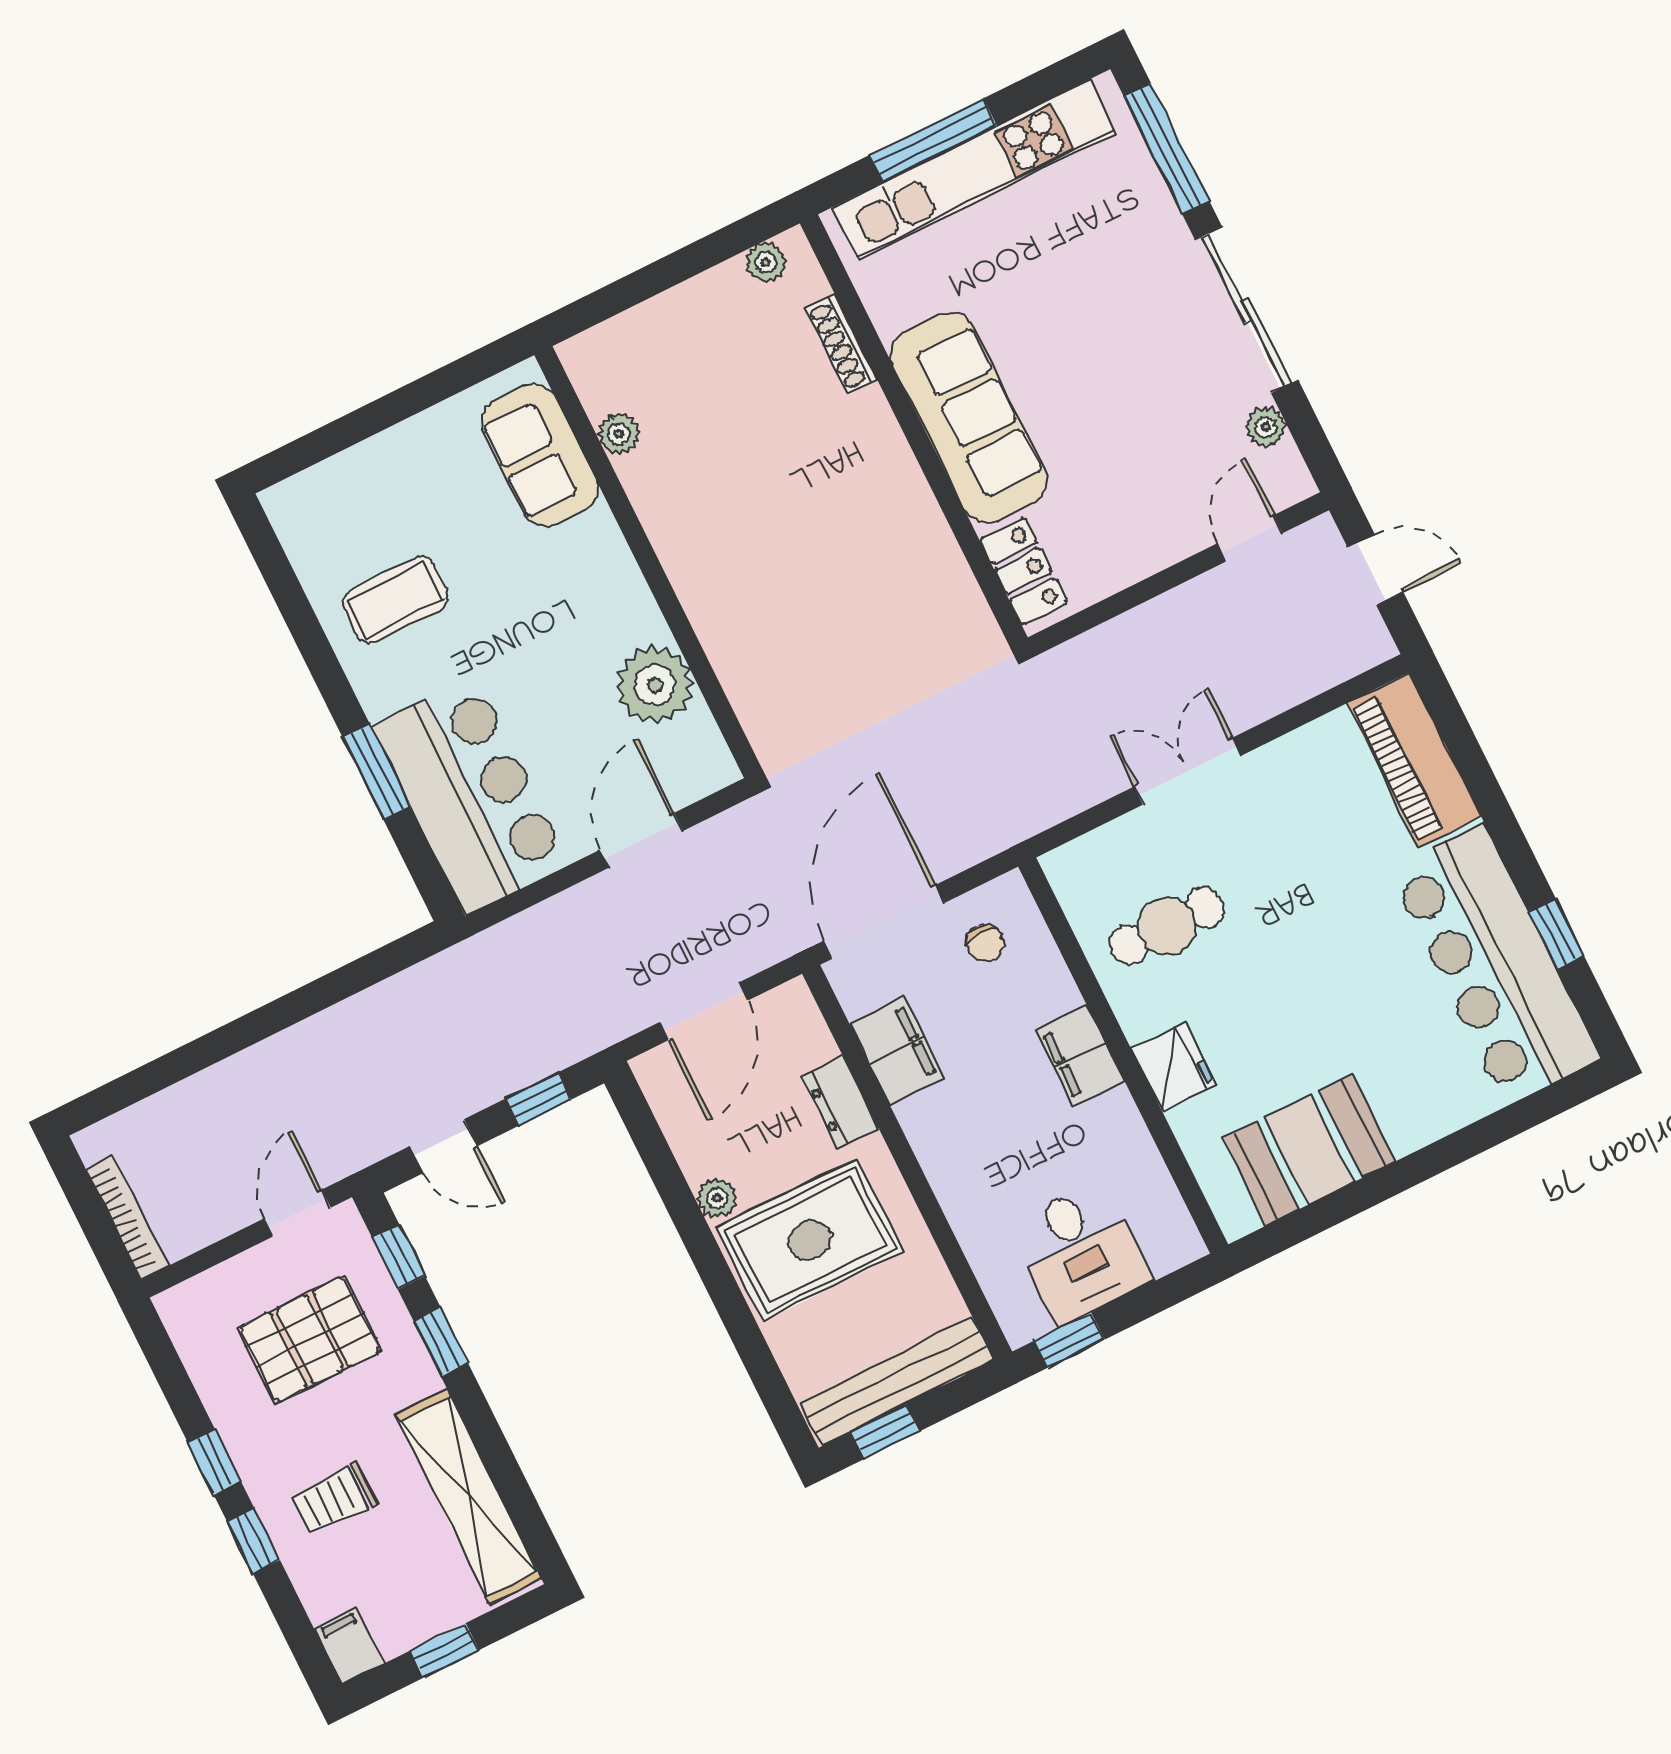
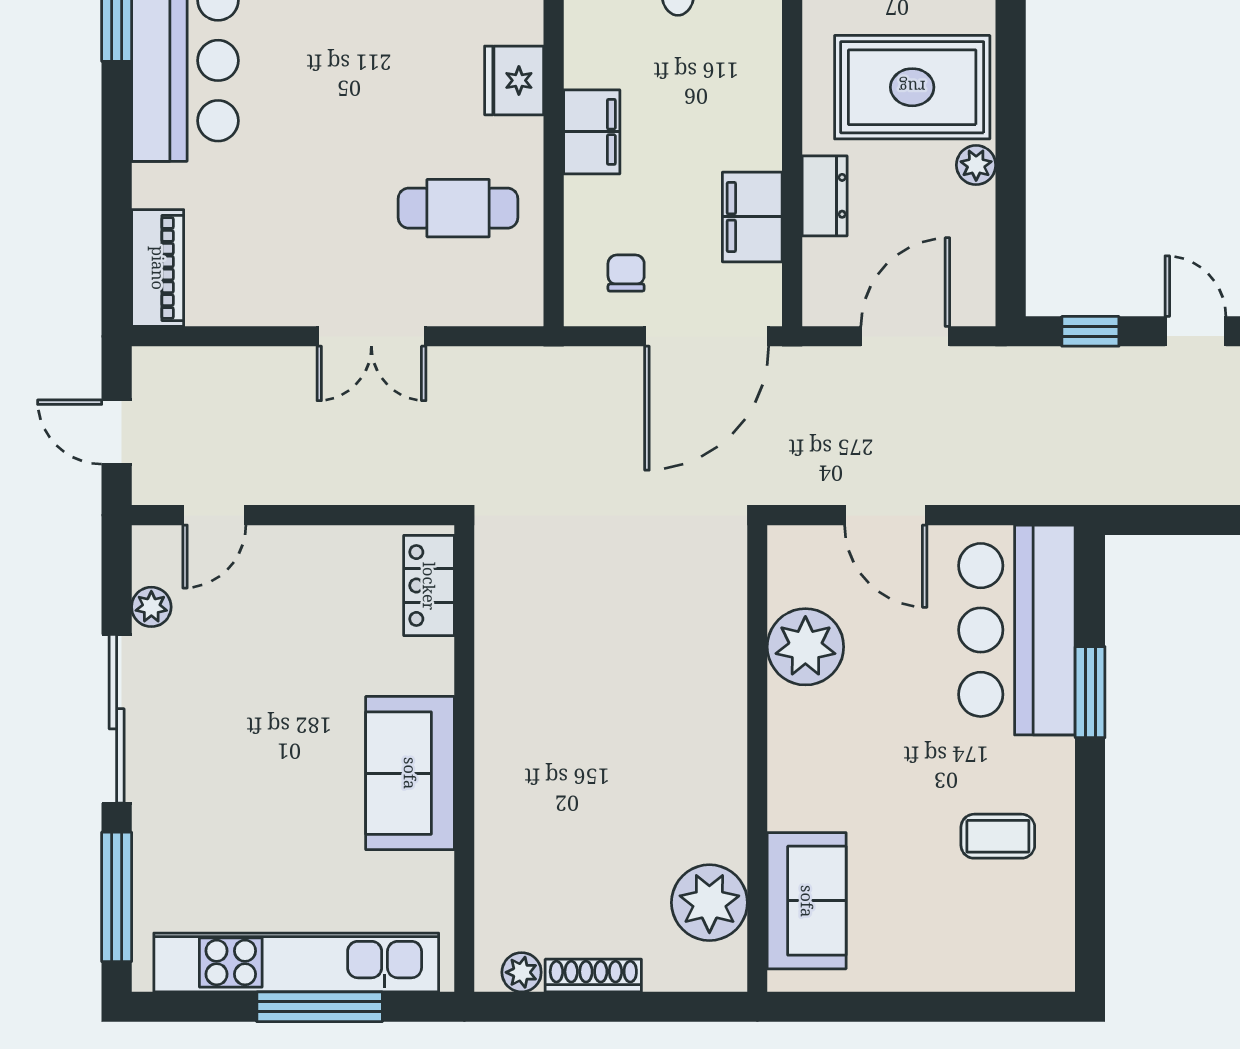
shoe rack: (841, 344) -> (593, 976), moved, turned -90
sofa: (969, 418) -> (410, 773), width x0.73
plant: (619, 434) -> (709, 903), width x1.88, depth x1.88
coffee table: (395, 600) -> (998, 836), width x0.73, depth x0.77
piano: (1414, 760) -> (158, 268), width x0.73, depth x0.75
door: (641, 840) -> (886, 515), hinge flipped

